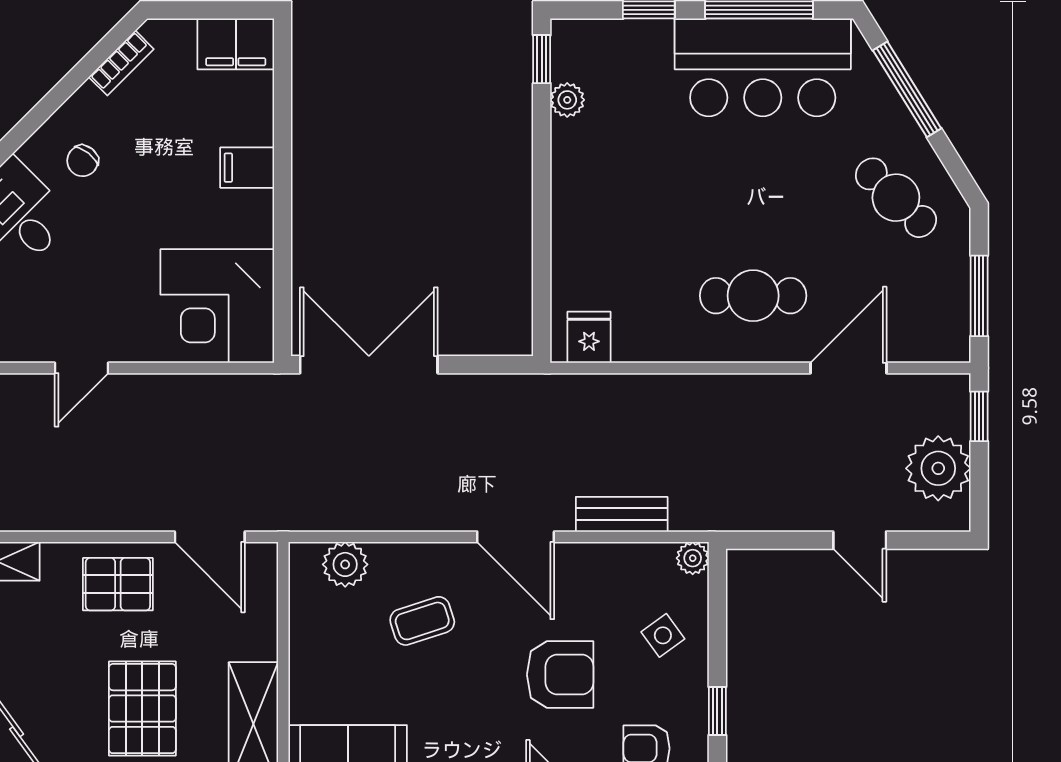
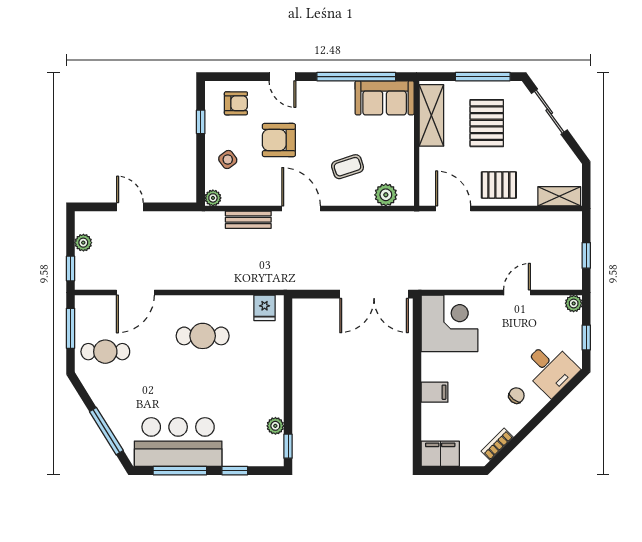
cafe table: (896, 198) -> (105, 352), moved, turned -44
cafe table: (753, 296) -> (203, 336), moved
plant: (938, 468) -> (83, 243), width x0.53, depth x0.53

